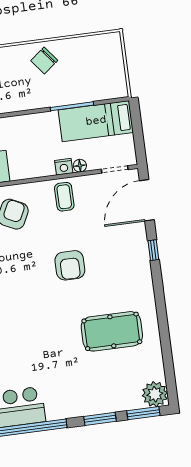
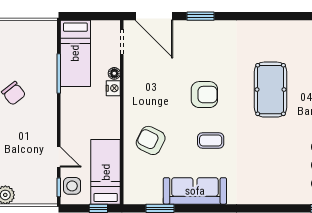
coffee table: (64, 197) -> (211, 141), moved
window: (153, 250) -> (201, 16), width x1.50
pool table: (112, 331) -> (271, 90), moved

